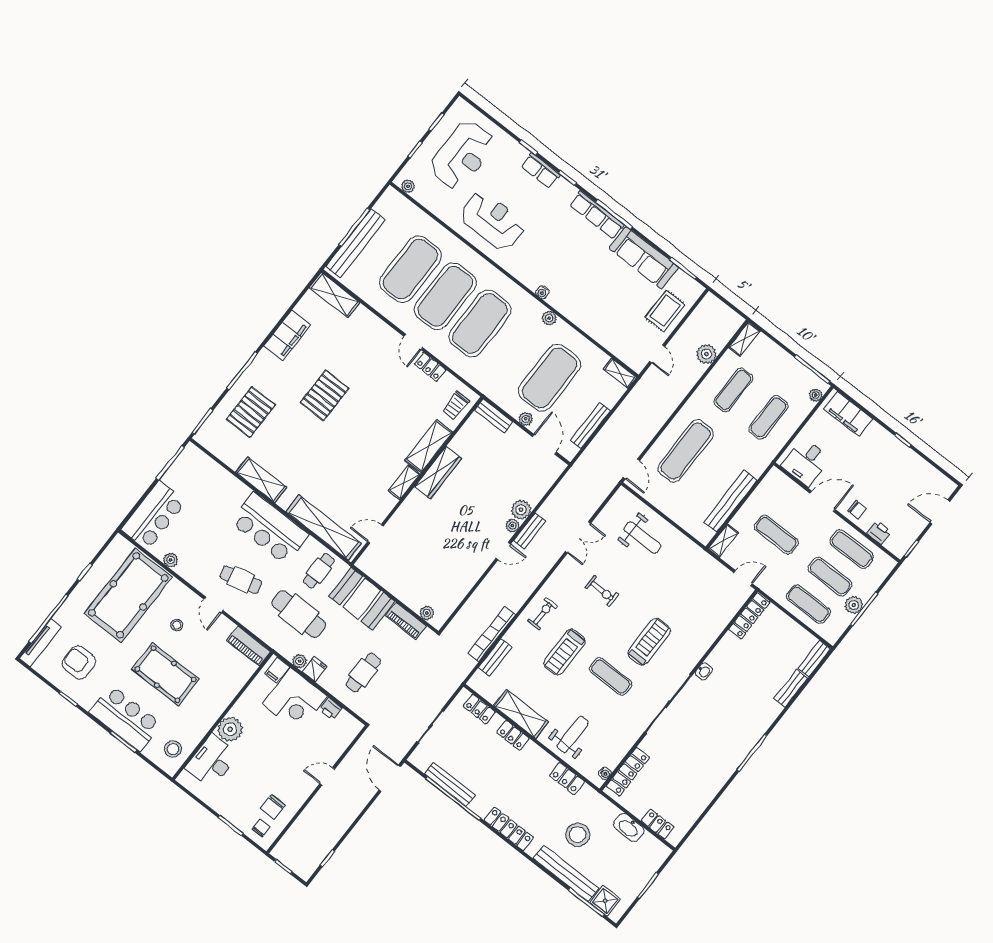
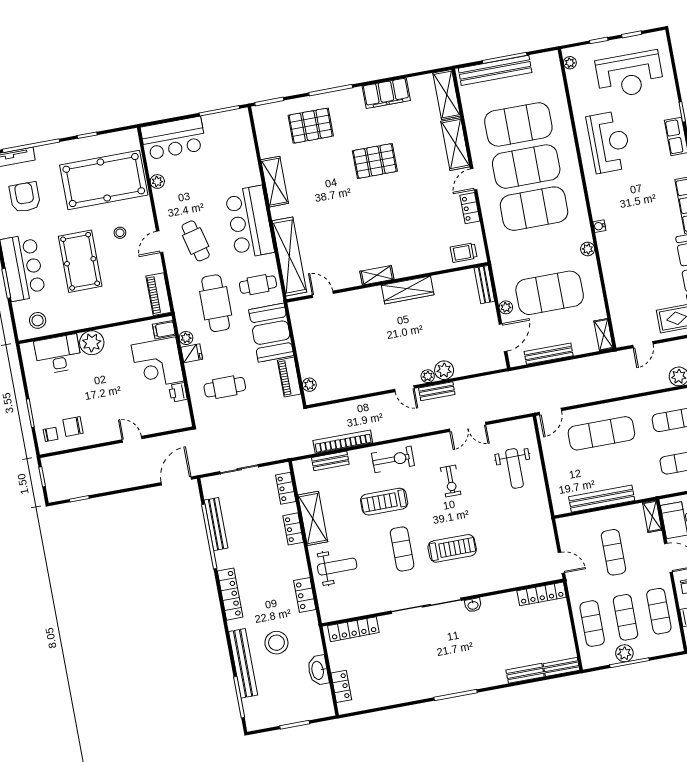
shelving: (429, 446) -> (455, 144), moved, turned 90
shelving: (723, 541) -> (652, 516), moved, turned 90
exercise bike: (542, 614) -> (393, 459), width x1.38, depth x1.39
water cooler: (605, 773) -> (336, 616), removed
shower: (605, 901) -> (254, 708), removed

